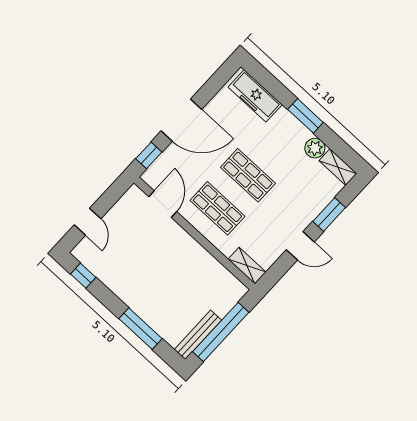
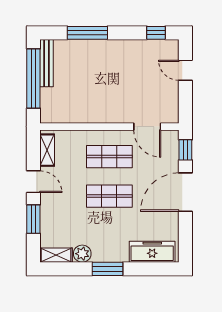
door: (300, 246) -> (33, 182), swing flipped
shelving: (247, 266) -> (47, 150), moved, turned 90

